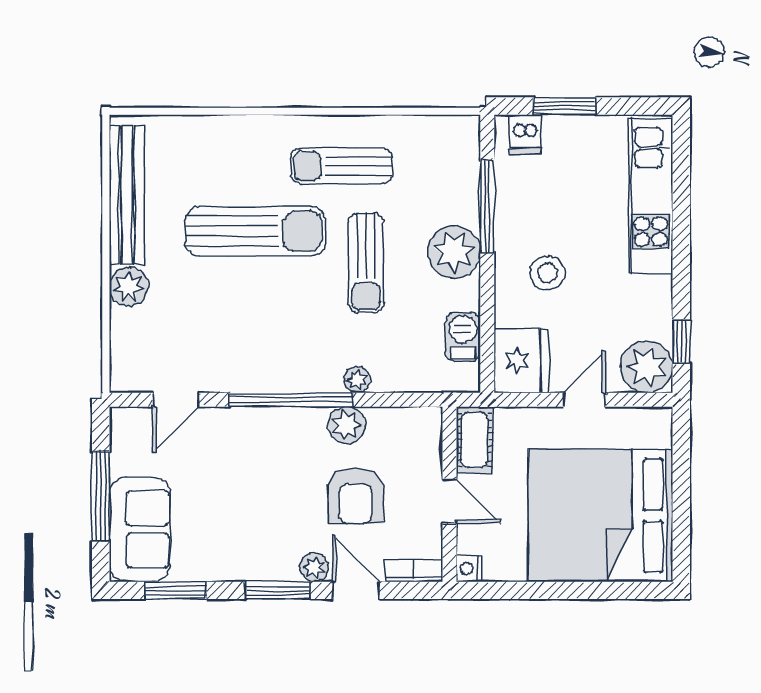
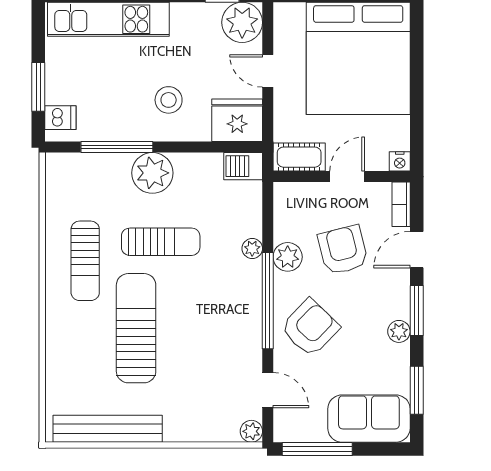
plant: (129, 287) -> (251, 431), moved, width x0.73, depth x0.73
barbecue: (463, 337) -> (243, 166), moved
armchair: (256, 454) -> (310, 328), added
window: (101, 496) -> (317, 449), moved
armchair: (356, 496) -> (343, 250), turned -104
plant: (314, 568) -> (399, 331), moved

